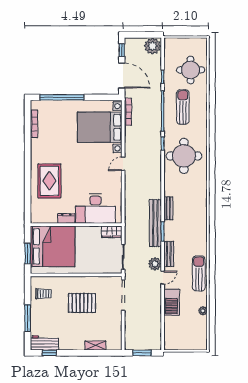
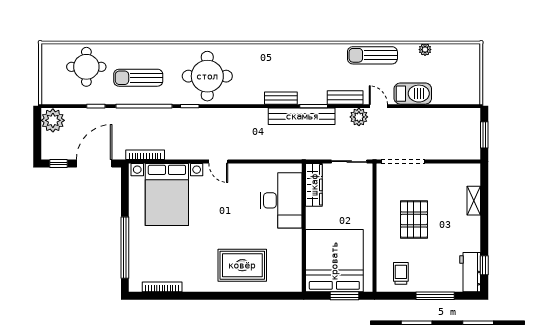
dresser: (66, 218) -> (295, 241), removed
wardrobe: (112, 232) -> (314, 185), width x1.50

